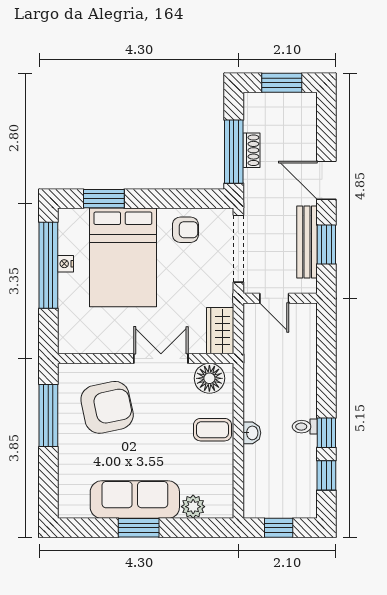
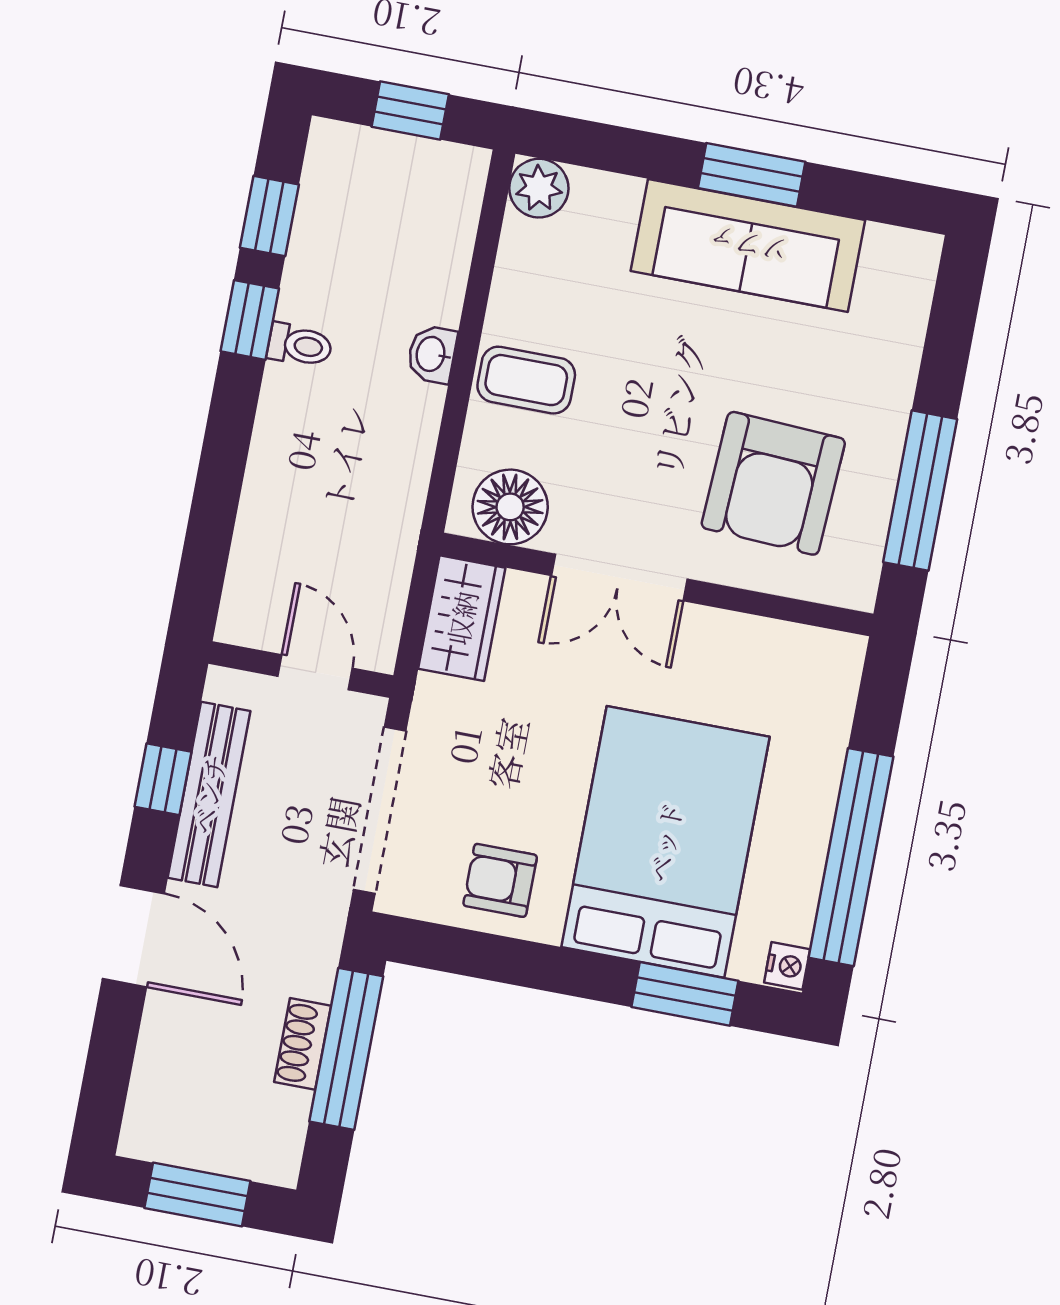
window: (326, 245) -> (163, 779), width x0.67
nightstand: (65, 264) -> (787, 966), moved
armchair: (107, 407) -> (773, 483), turned -75
plant: (193, 507) -> (539, 188), moved

